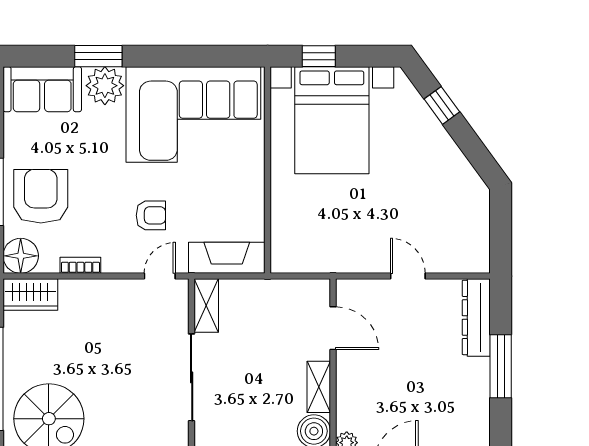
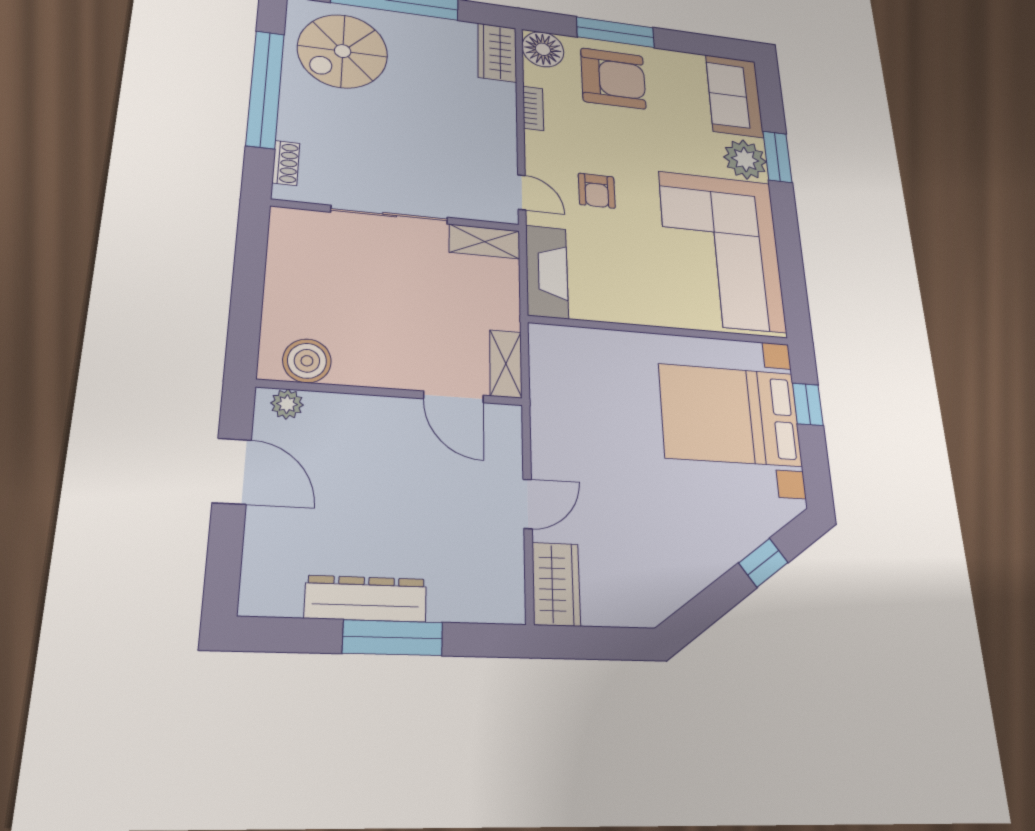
wardrobe: (462, 257) -> (556, 584), added
dresser: (476, 317) -> (366, 599), moved
door: (333, 328) -> (454, 397), hinge flipped
shelving: (319, 387) -> (506, 364), moved, turned 90

